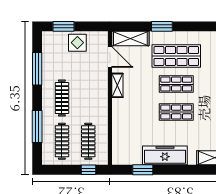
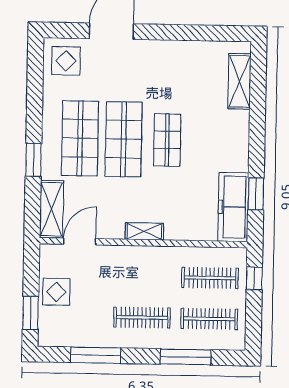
shop shelf: (176, 84) -> (124, 139), width x1.43, depth x1.36
shelving: (117, 85) -> (144, 231), moved
freezer: (165, 155) -> (233, 207), moved

